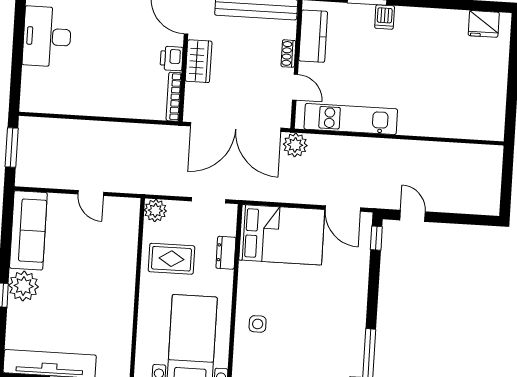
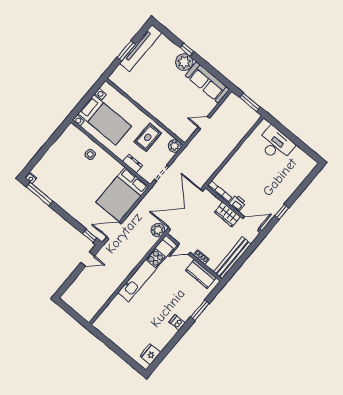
dishwasher: (385, 17) -> (177, 323), moved
desk: (47, 37) -> (276, 144), moved
kitchen unit: (351, 119) -> (145, 271), width x1.36

